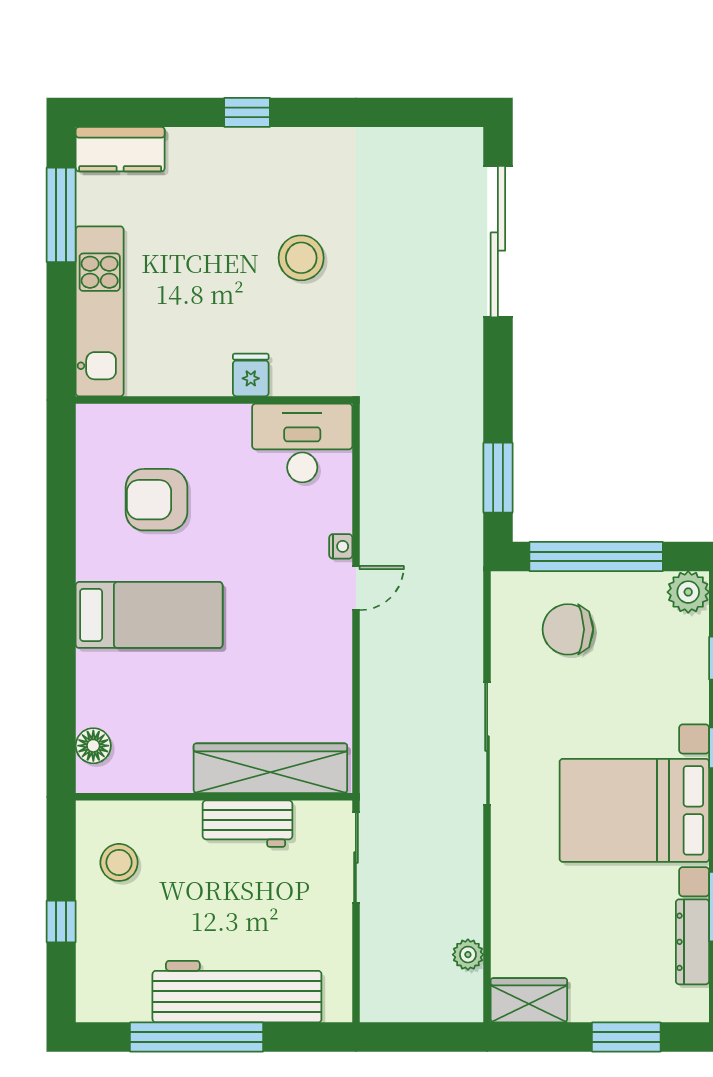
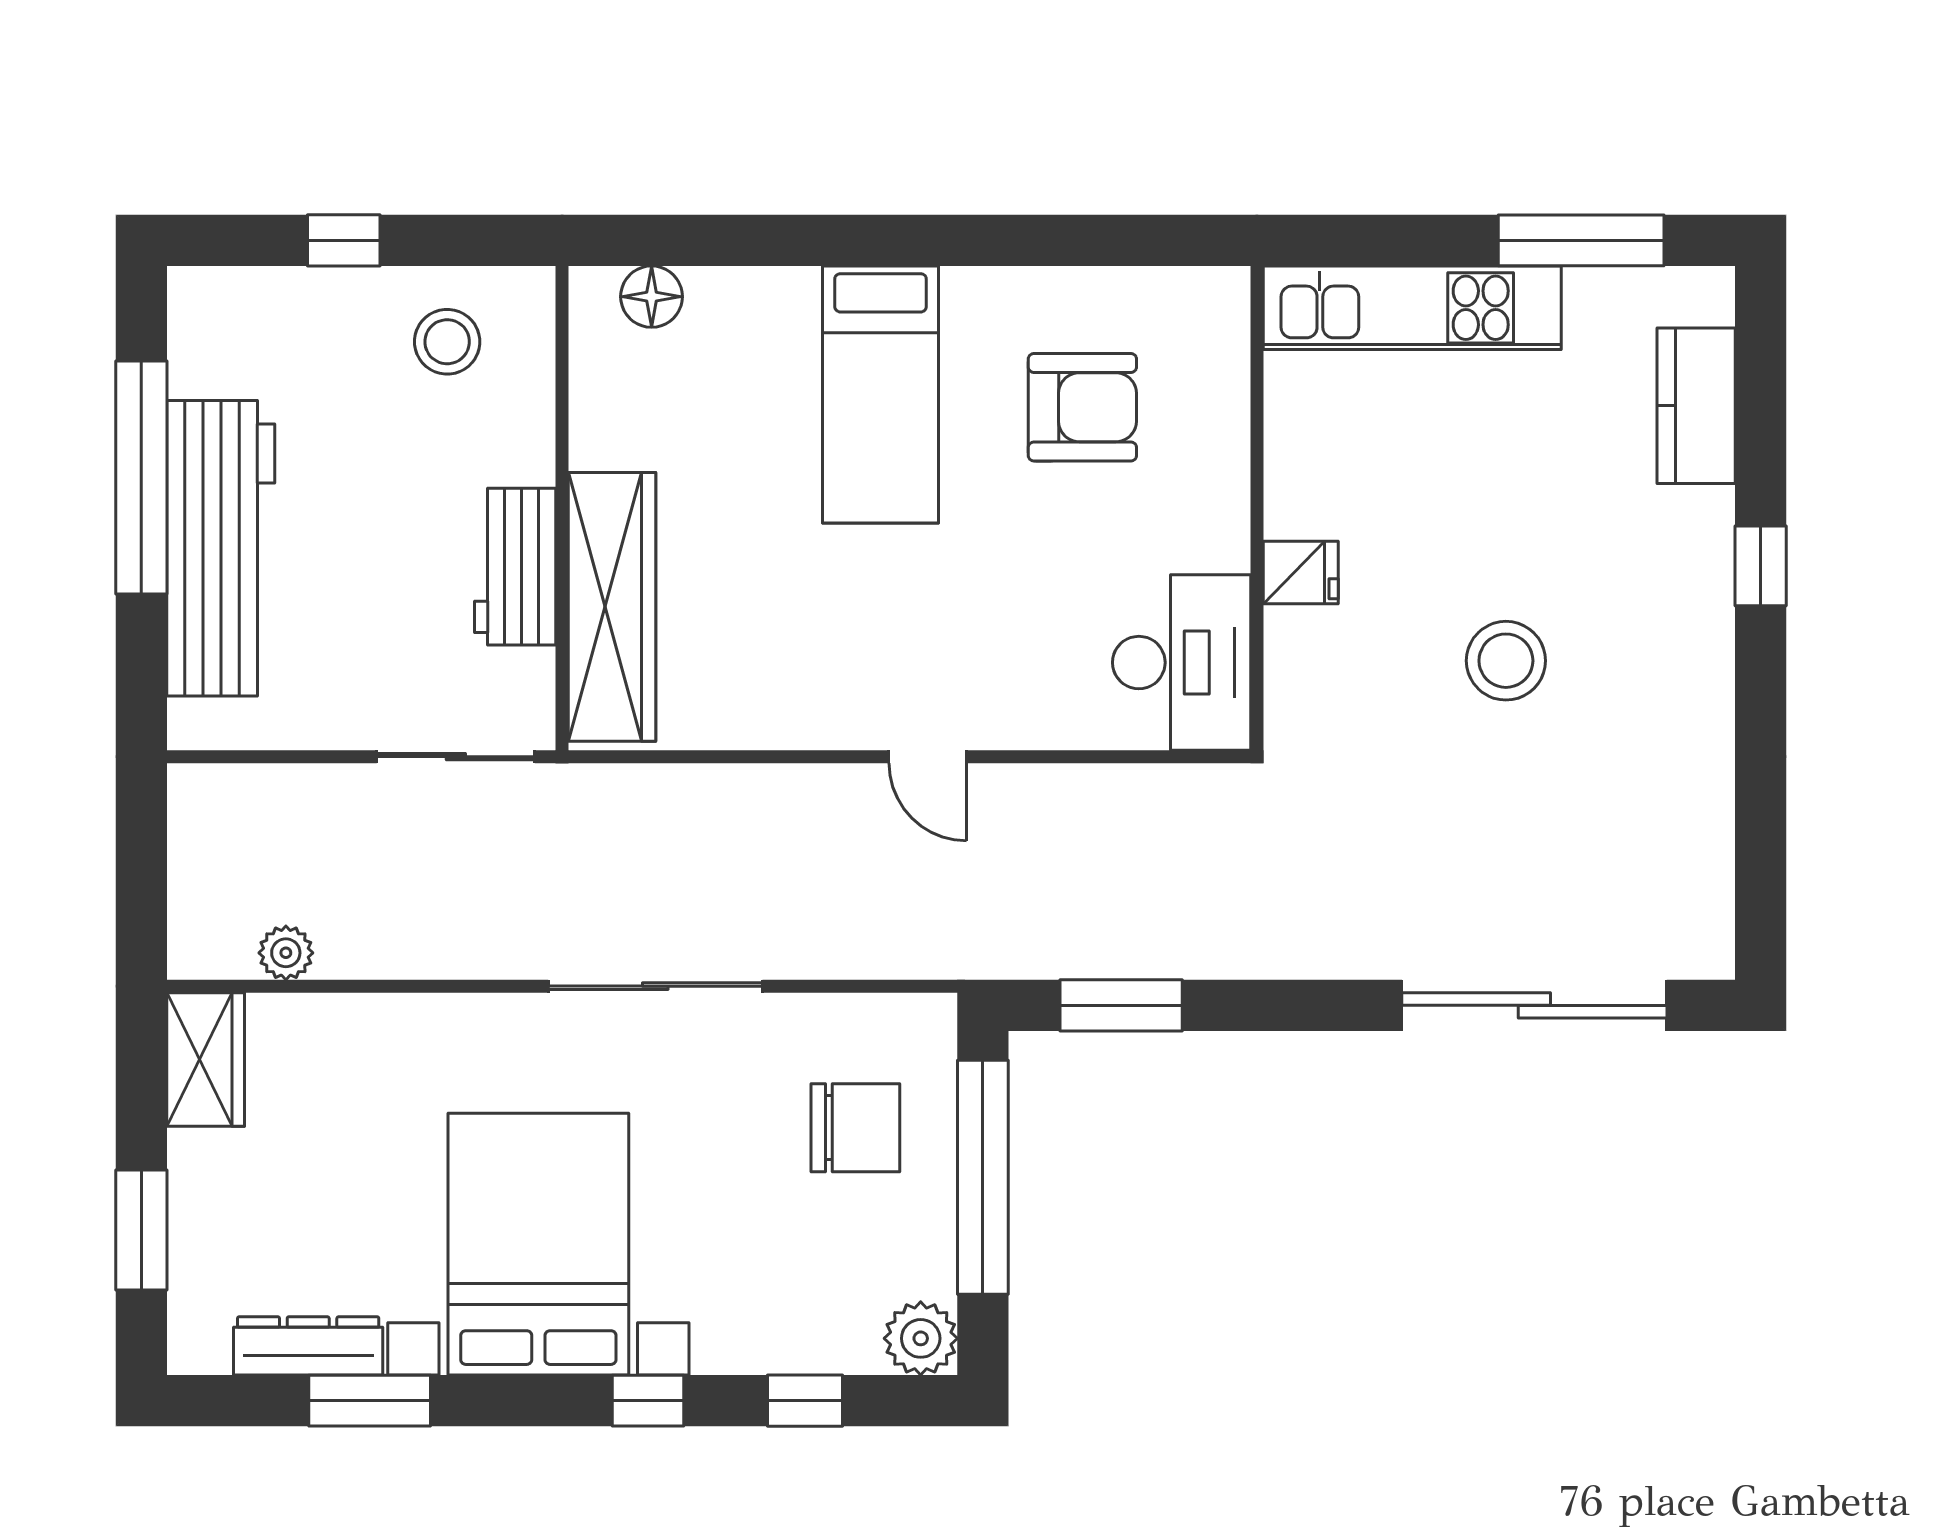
kitchen counter: (120, 149) -> (1696, 406), moved
armchair: (156, 500) -> (1082, 407), turned 90
nightstand: (341, 546) -> (1001, 730), removed
chair: (568, 629) -> (855, 1128), turned 90

